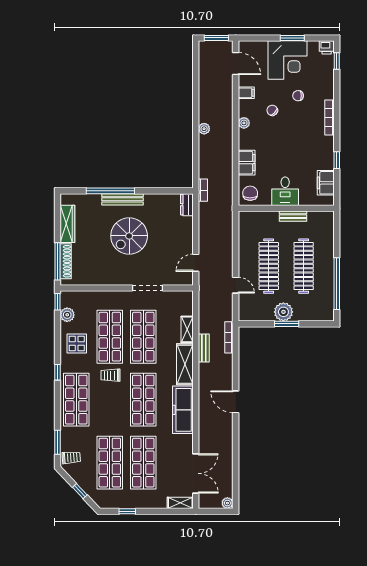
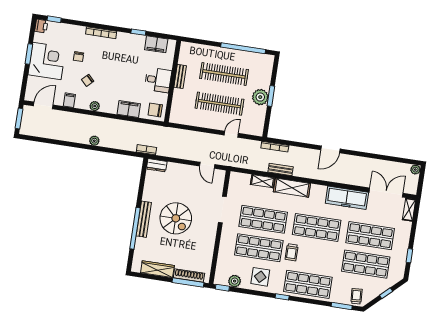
freezer: (183, 410) -> (347, 198), moved

